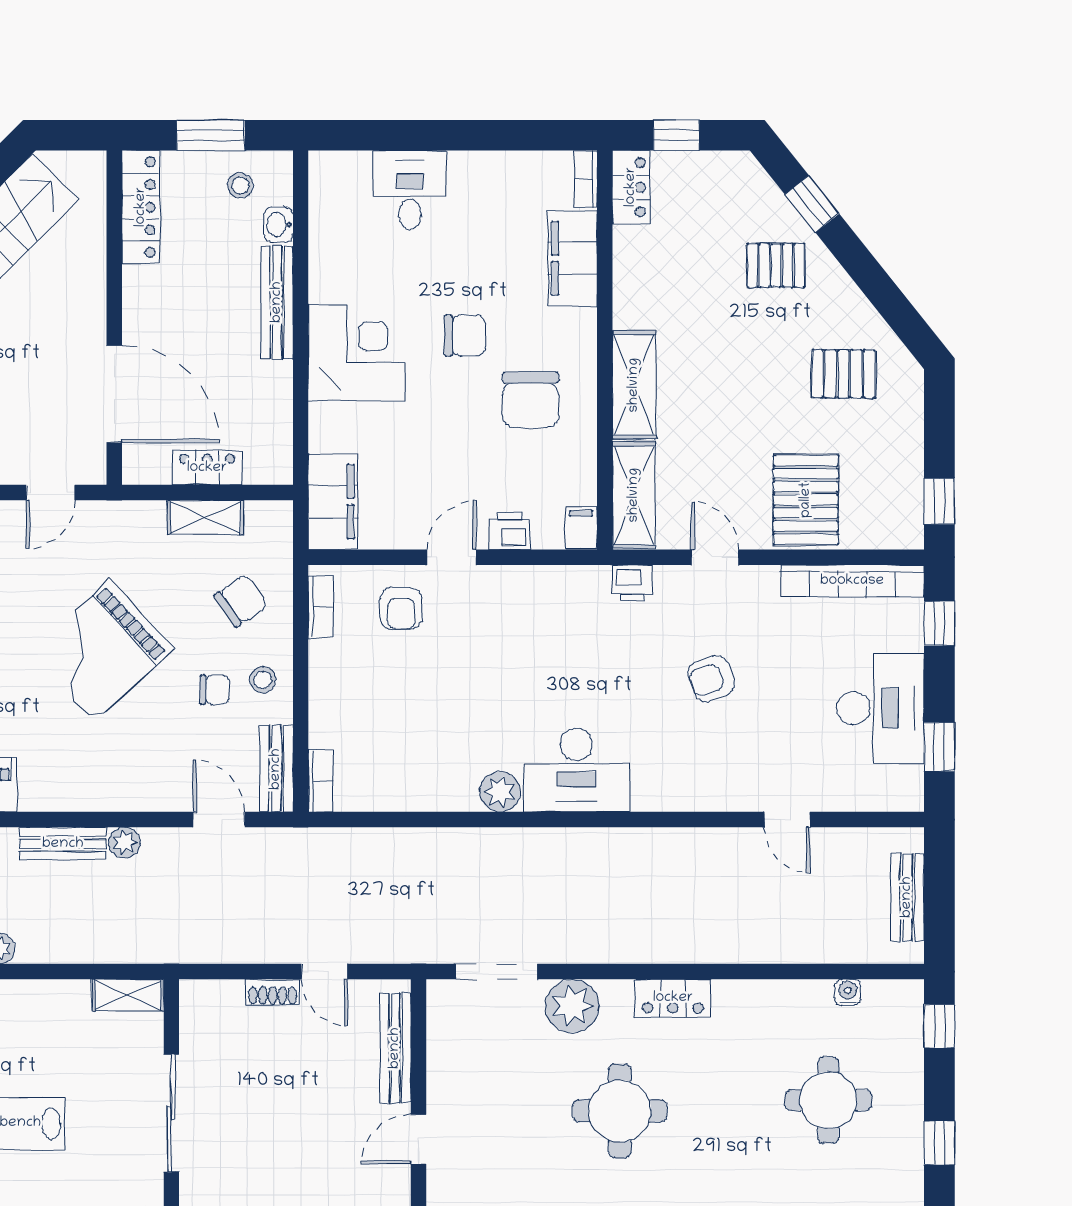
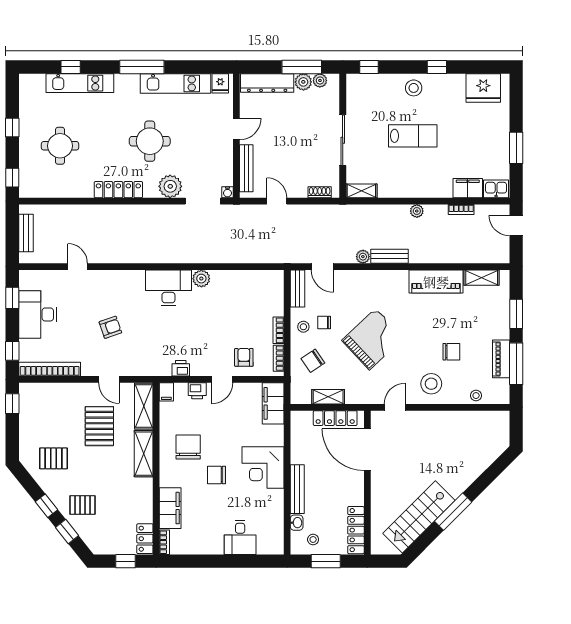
window: (860, 264) -> (46, 506), added
locker: (207, 468) -> (335, 418), width x1.53
pallet: (806, 500) -> (99, 426), moved
printer: (632, 583) -> (181, 368), moved
bookcase: (321, 781) -> (278, 330), moved
shoe rack: (273, 992) -> (320, 192), moved
water cooler: (848, 992) -> (227, 192), moved
locker: (673, 998) -> (118, 190), width x1.53

